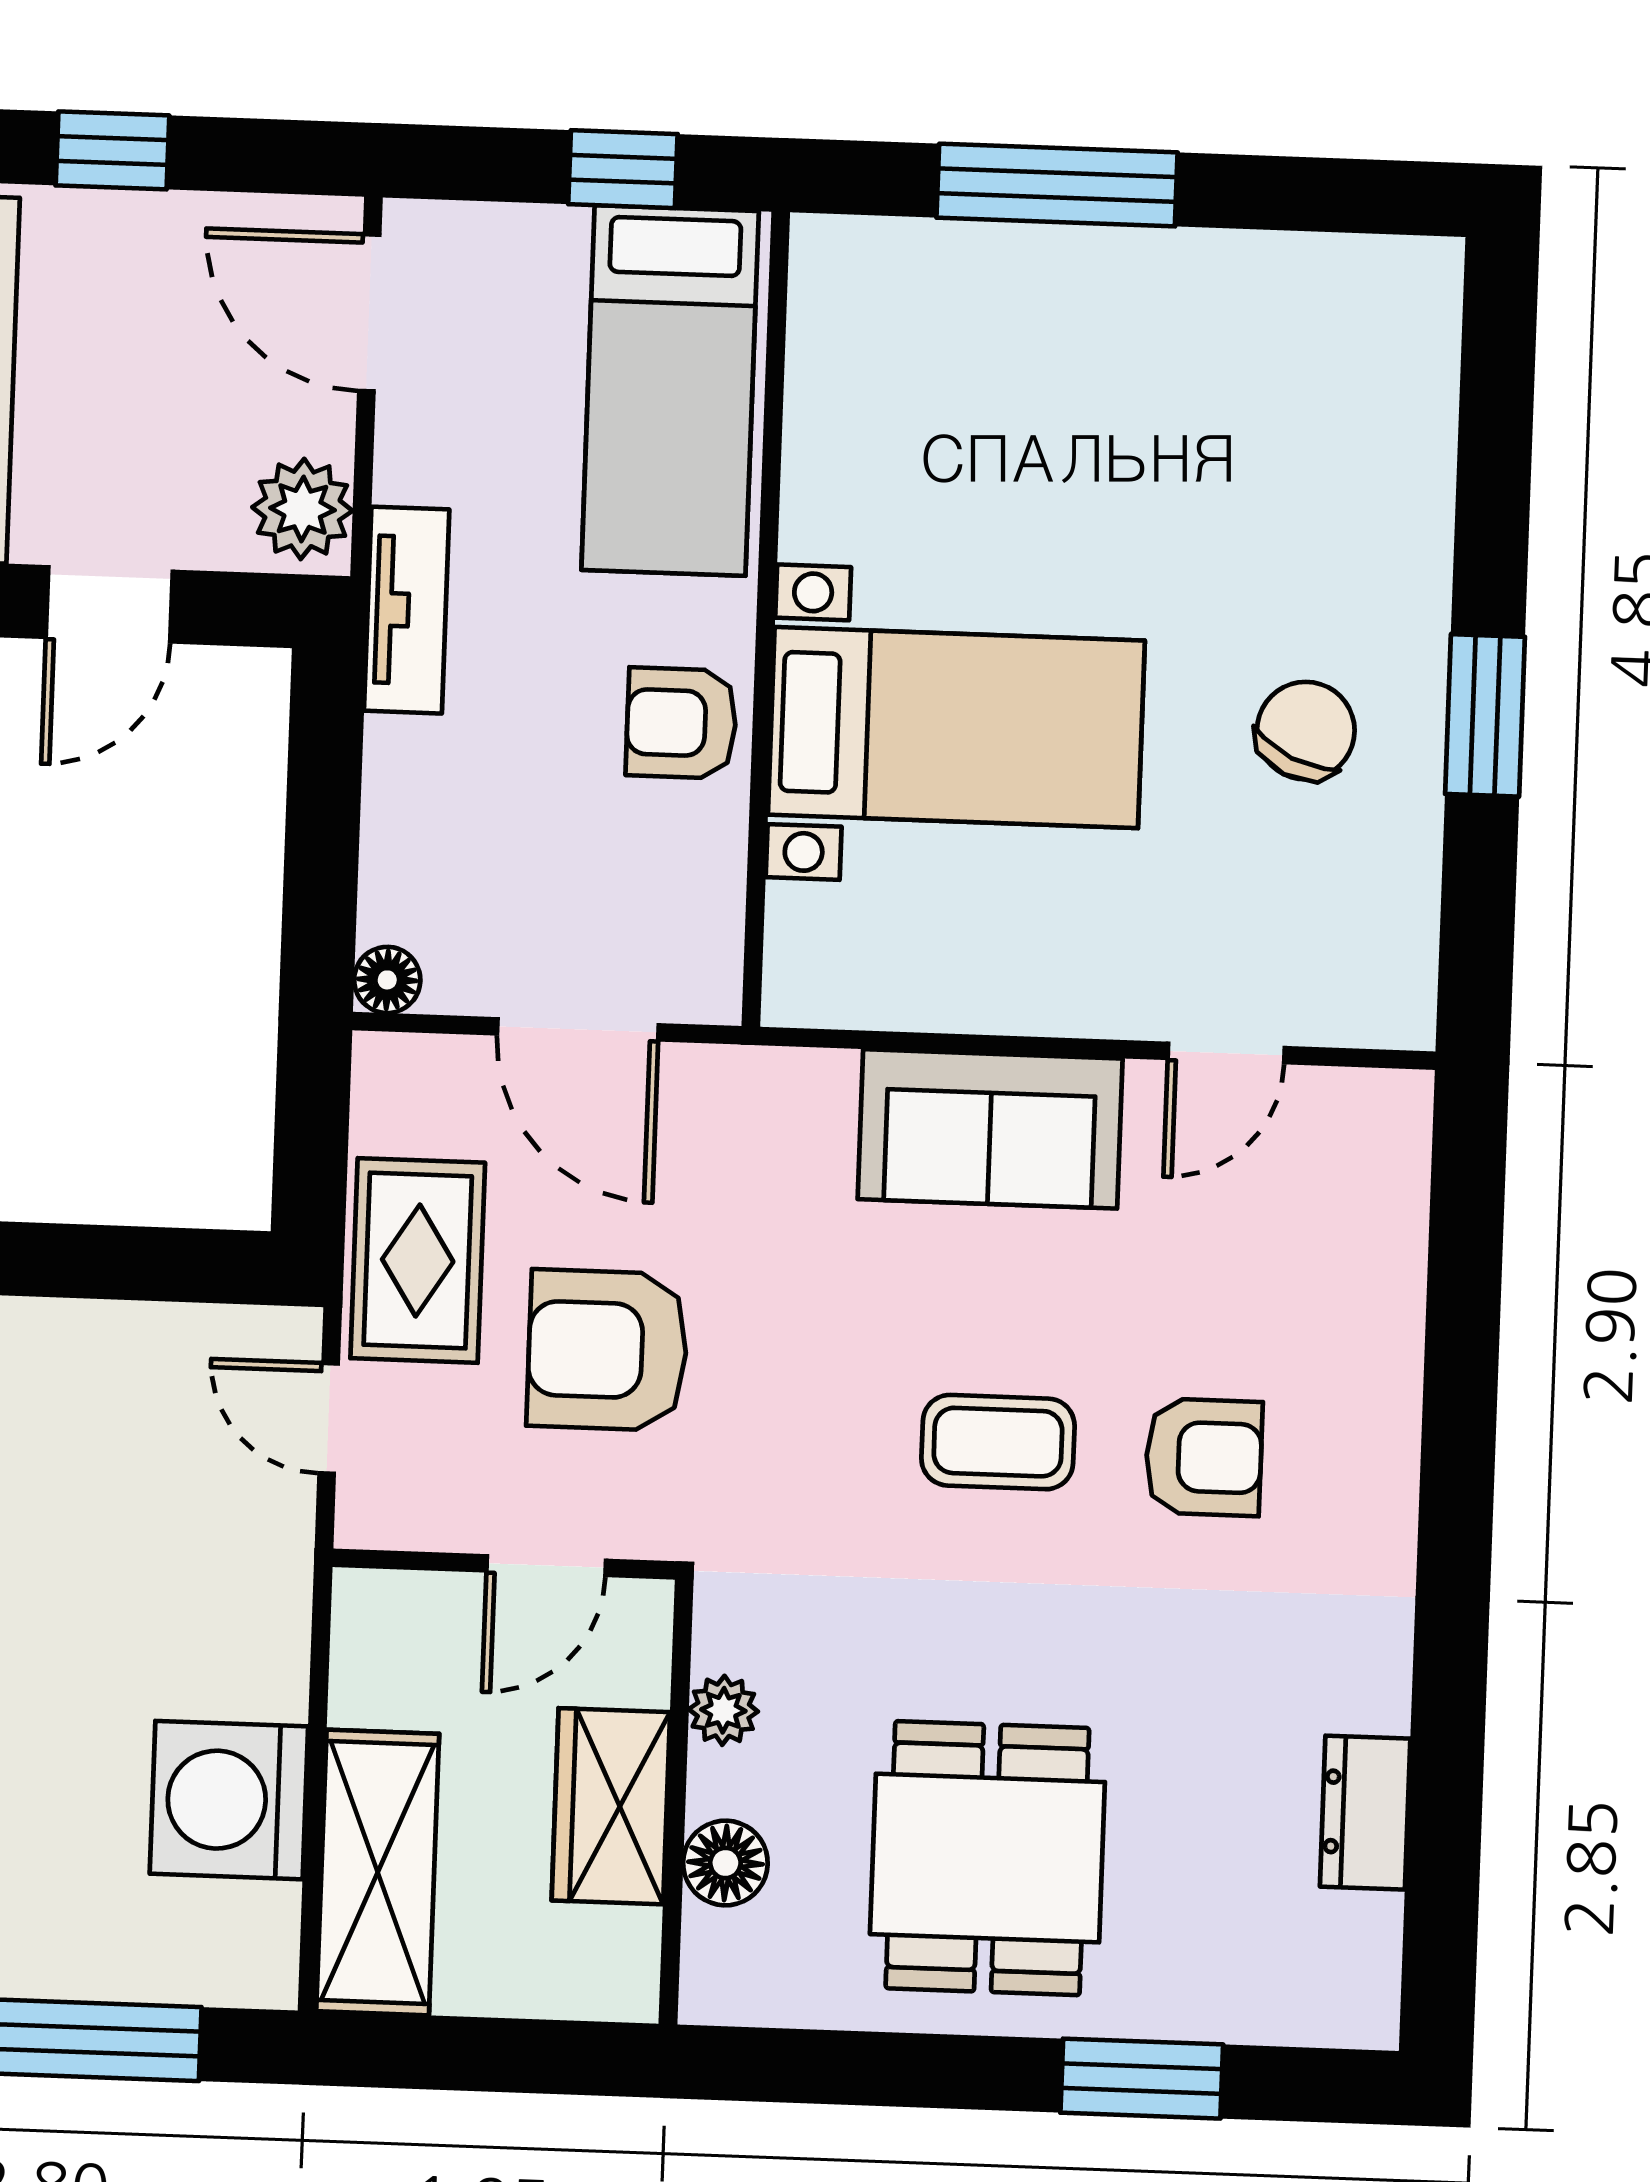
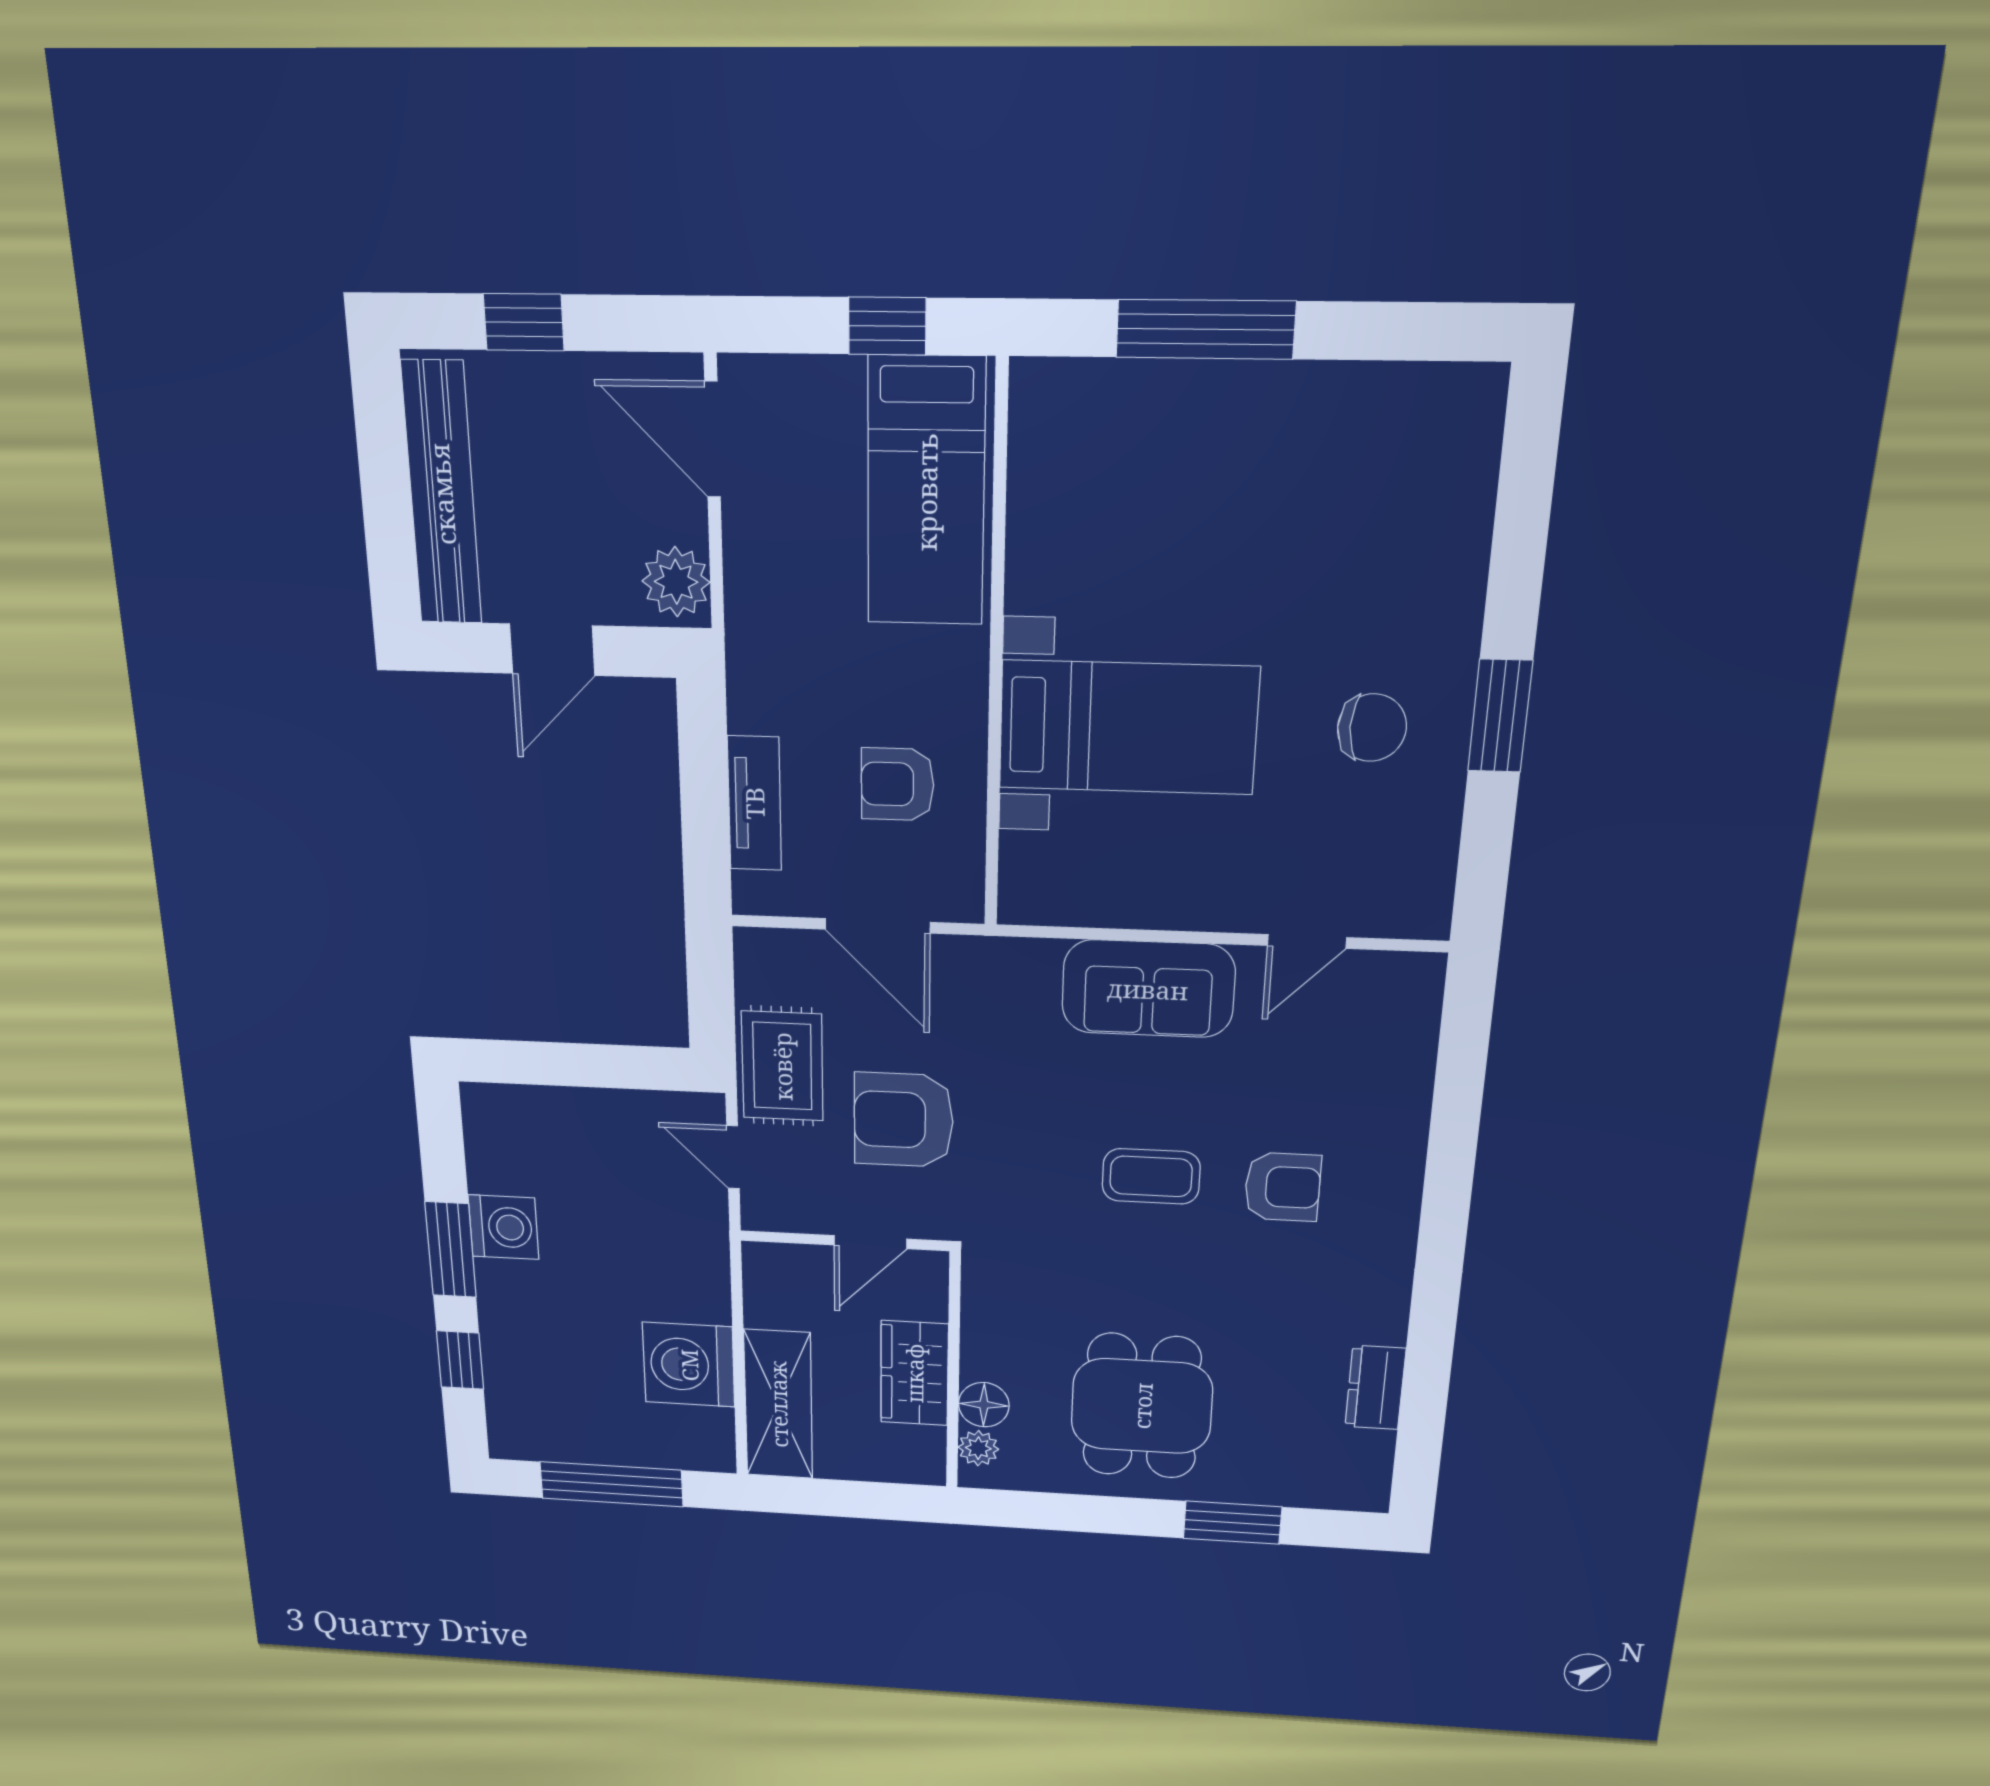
tv unit: (407, 610) -> (754, 803), moved
armchair: (681, 723) -> (898, 784), moved
chair: (1306, 731) -> (1372, 728), turned 65
floor lamp: (387, 980) -> (753, 895), removed
plant: (723, 1710) -> (978, 1448), moved

